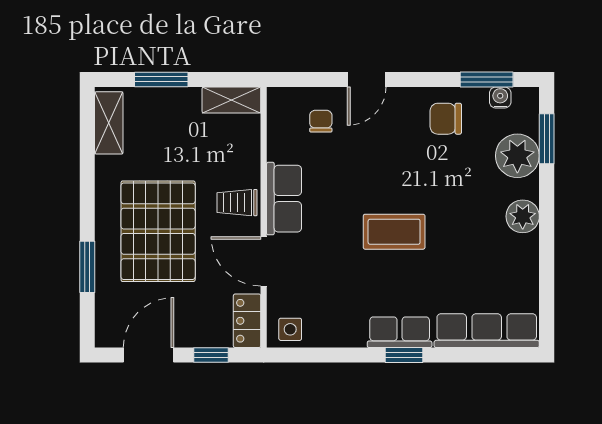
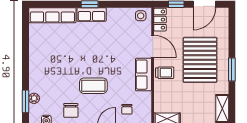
chair: (446, 119) -> (71, 110), turned 90
plant: (517, 156) -> (34, 98), width x0.53, depth x0.53
plant: (523, 216) -> (36, 67), removed
coffee table: (394, 232) -> (93, 86), moved
window: (87, 267) -> (232, 69), moved

